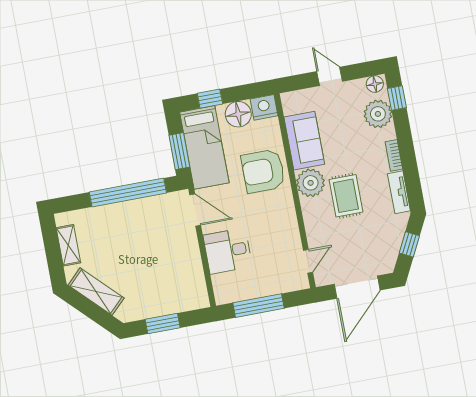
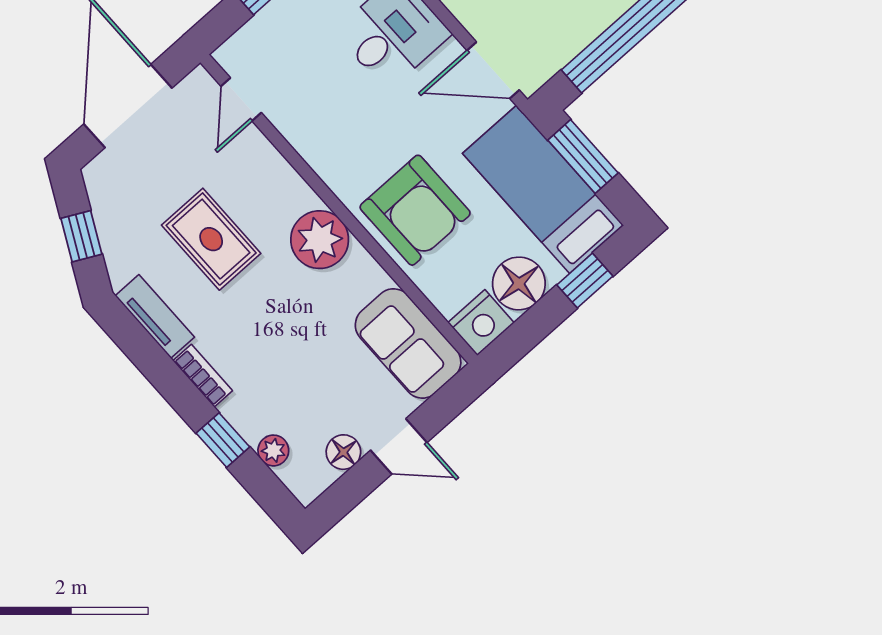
floor lamp: (375, 84) -> (343, 452), moved
window: (397, 98) -> (223, 440), moved
plant: (378, 114) -> (273, 450), width x0.53, depth x0.53
sofa: (304, 141) -> (408, 343), moved
armchair: (263, 171) -> (415, 210), turned 90
rug: (346, 196) -> (211, 239), moved

